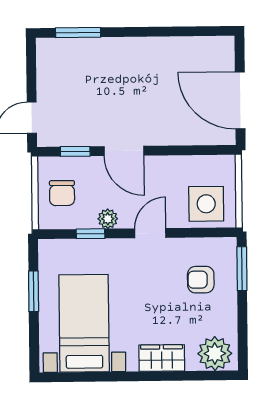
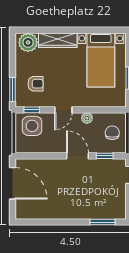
window: (91, 234) -> (32, 110), moved
wardrobe: (162, 358) -> (58, 40), width x1.50

